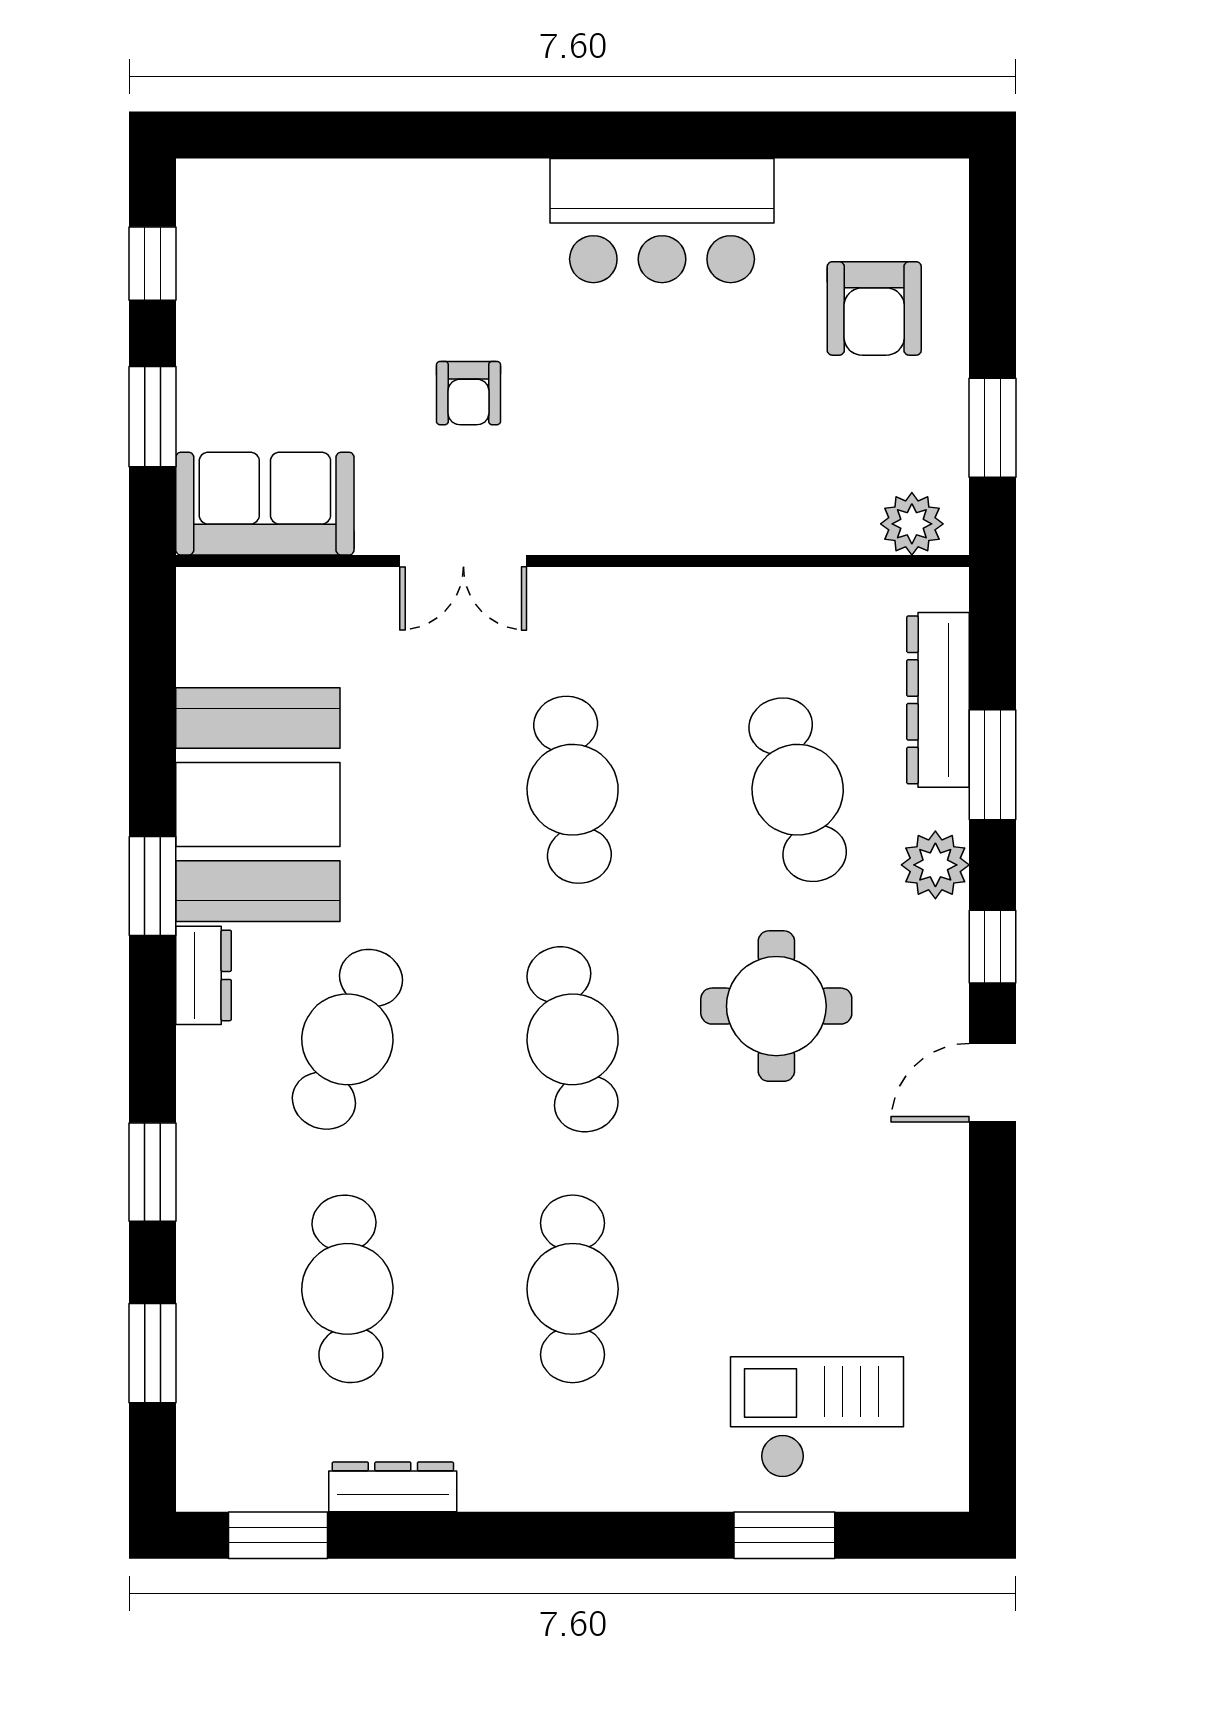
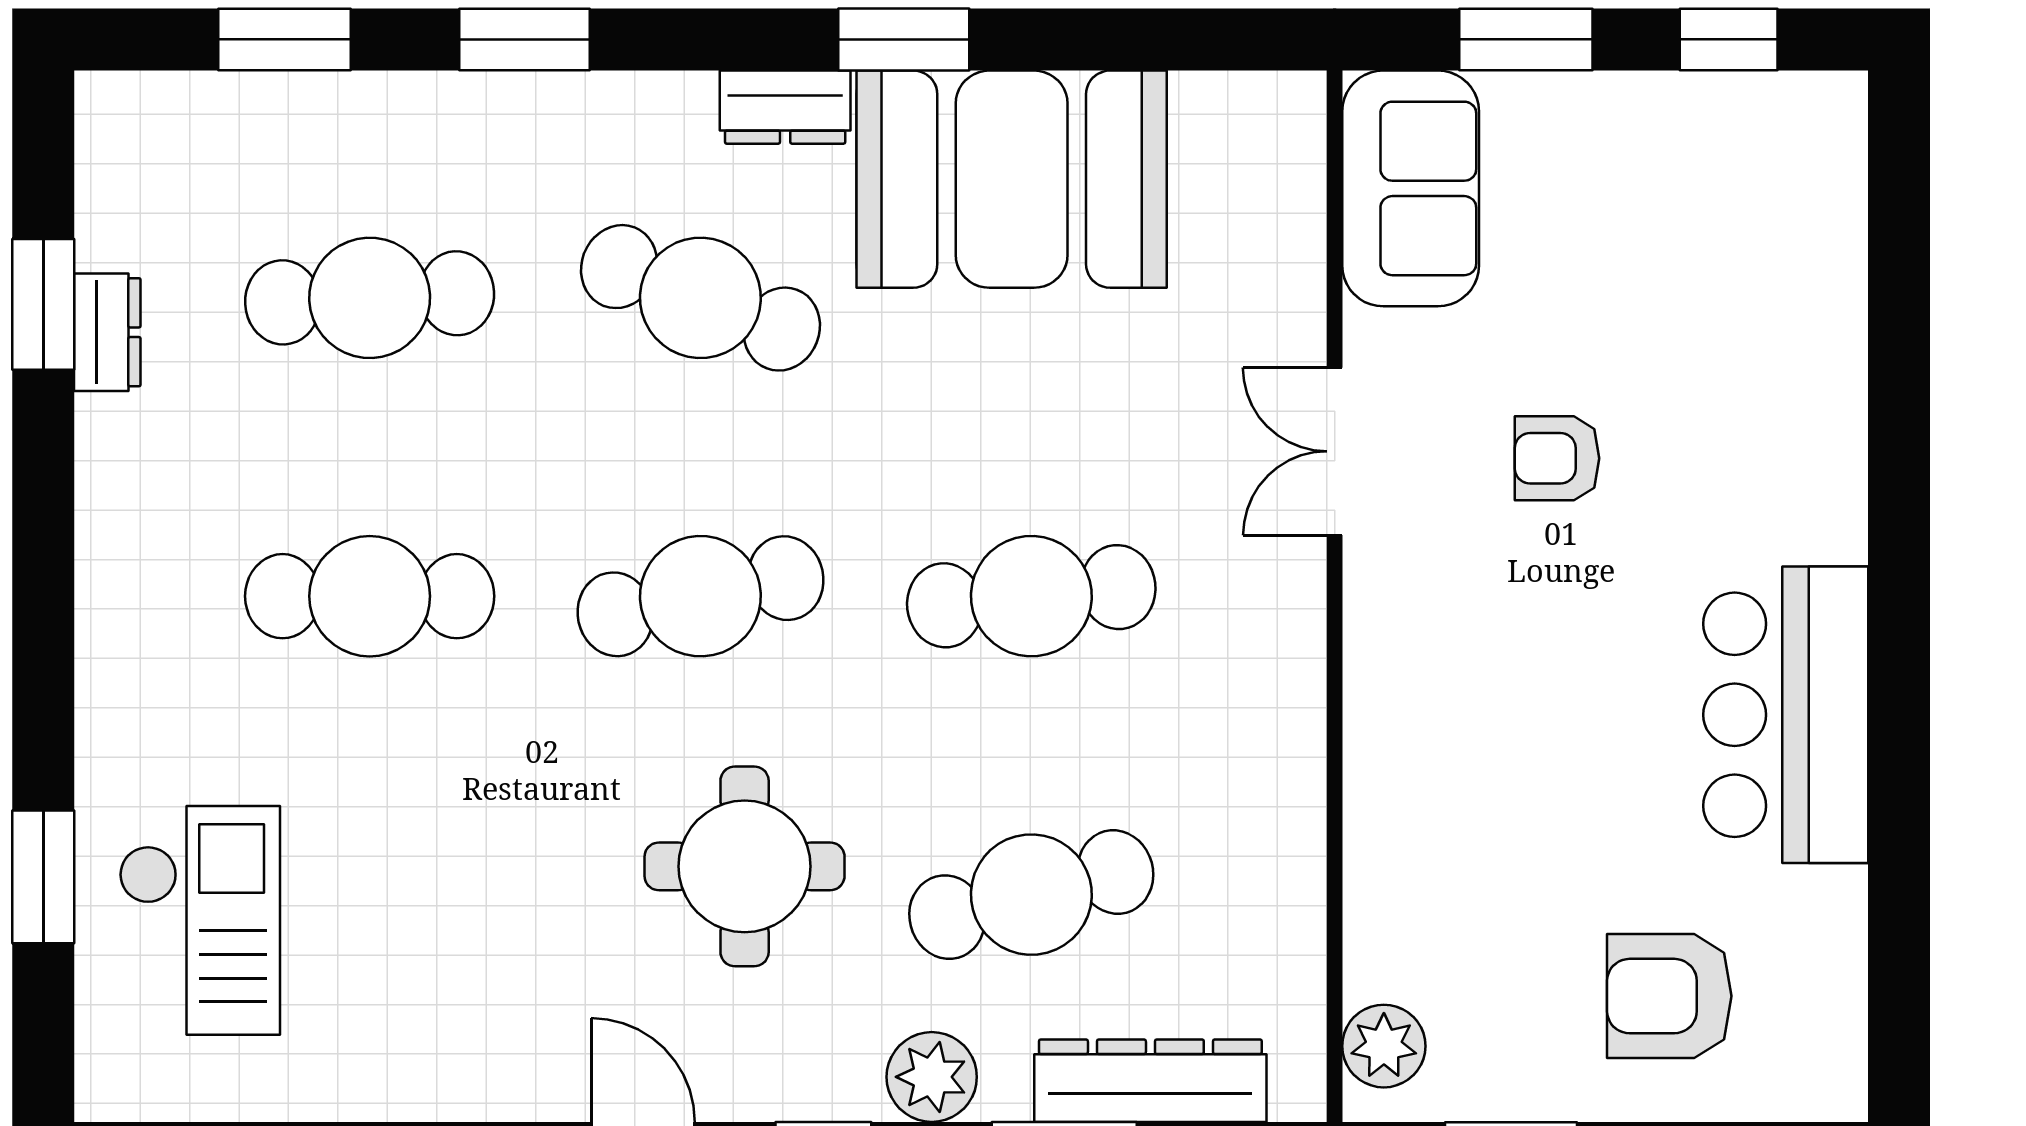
dresser: (393, 1487) -> (107, 332), width x0.70
window: (278, 1535) -> (43, 304), moved

